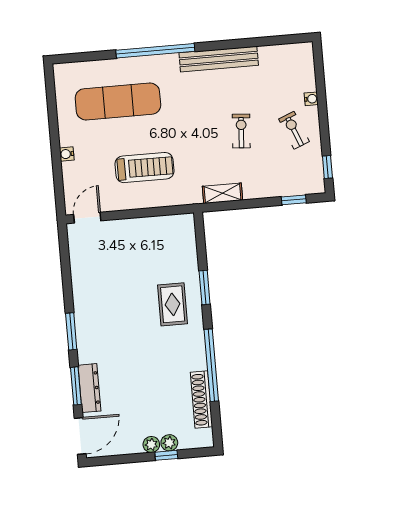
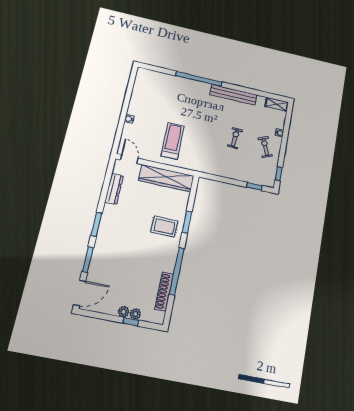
exercise mat: (118, 101) -> (169, 99), removed
treadmill: (144, 168) -> (173, 141), turned -90
shelving: (223, 193) -> (277, 104), moved
door: (87, 218) -> (129, 159), hinge flipped
wardrobe: (153, 230) -> (166, 178), added
rug: (173, 304) -> (164, 226), turned 90
dresser: (89, 388) -> (114, 189), moved

